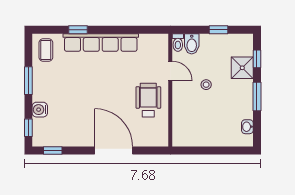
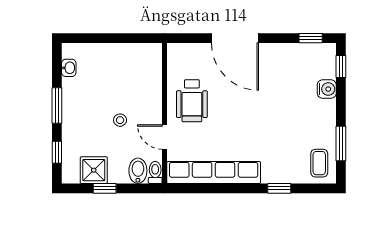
row of seats: (101, 42) -> (214, 172), moved
shower: (242, 68) -> (94, 170), moved
window: (28, 81) -> (341, 143), moved

